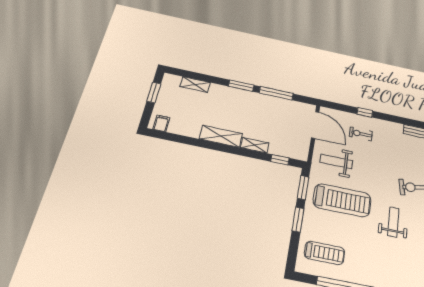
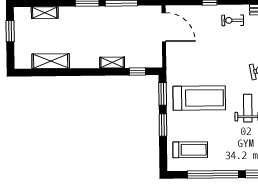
filing cabinet: (161, 123) -> (25, 61), removed
exercise bike: (361, 134) -> (233, 20), moved
shelving: (221, 136) -> (51, 61), moved
weight bench: (336, 161) -> (189, 61), removed

